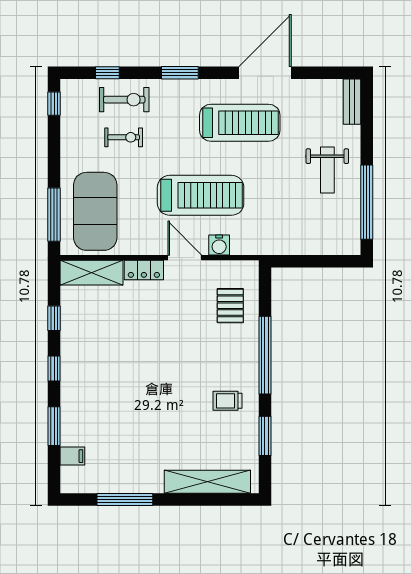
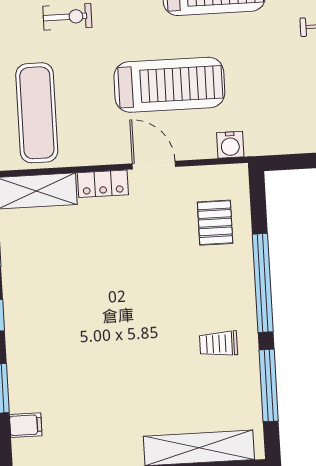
exercise mat: (95, 211) -> (37, 113), width x0.68
water cooler: (219, 245) -> (230, 145), moved
window: (265, 436) -> (269, 385), width x1.44

